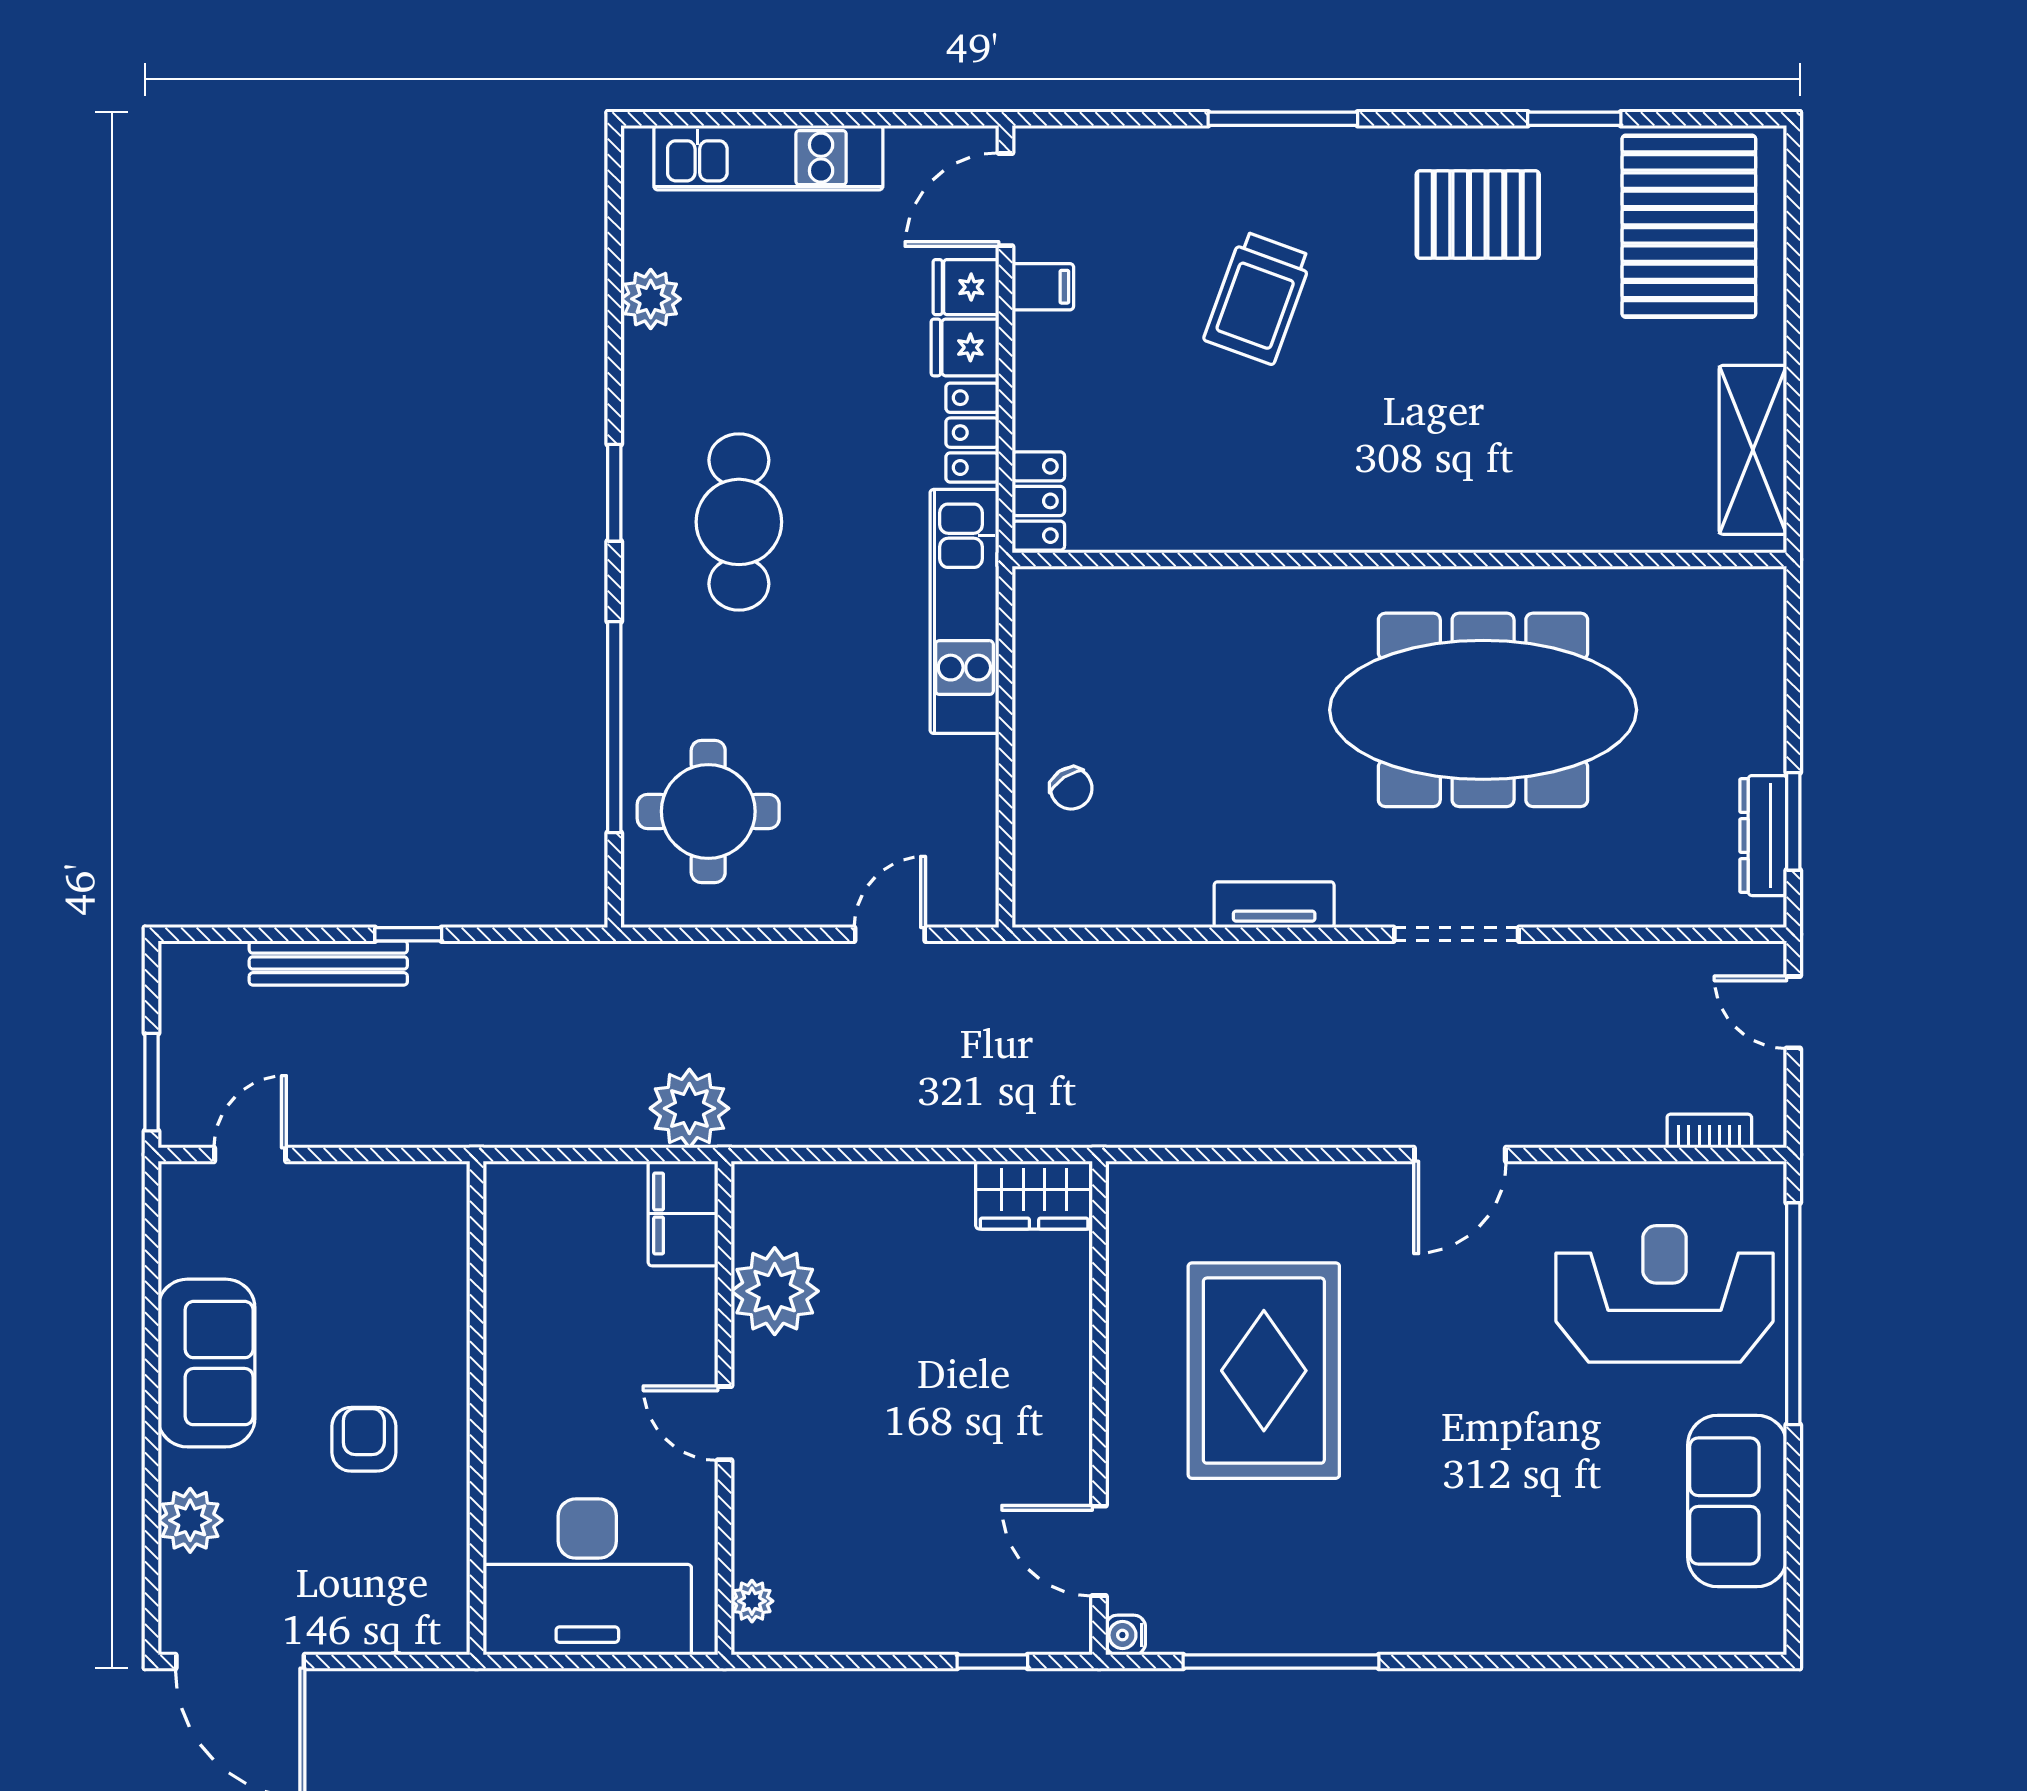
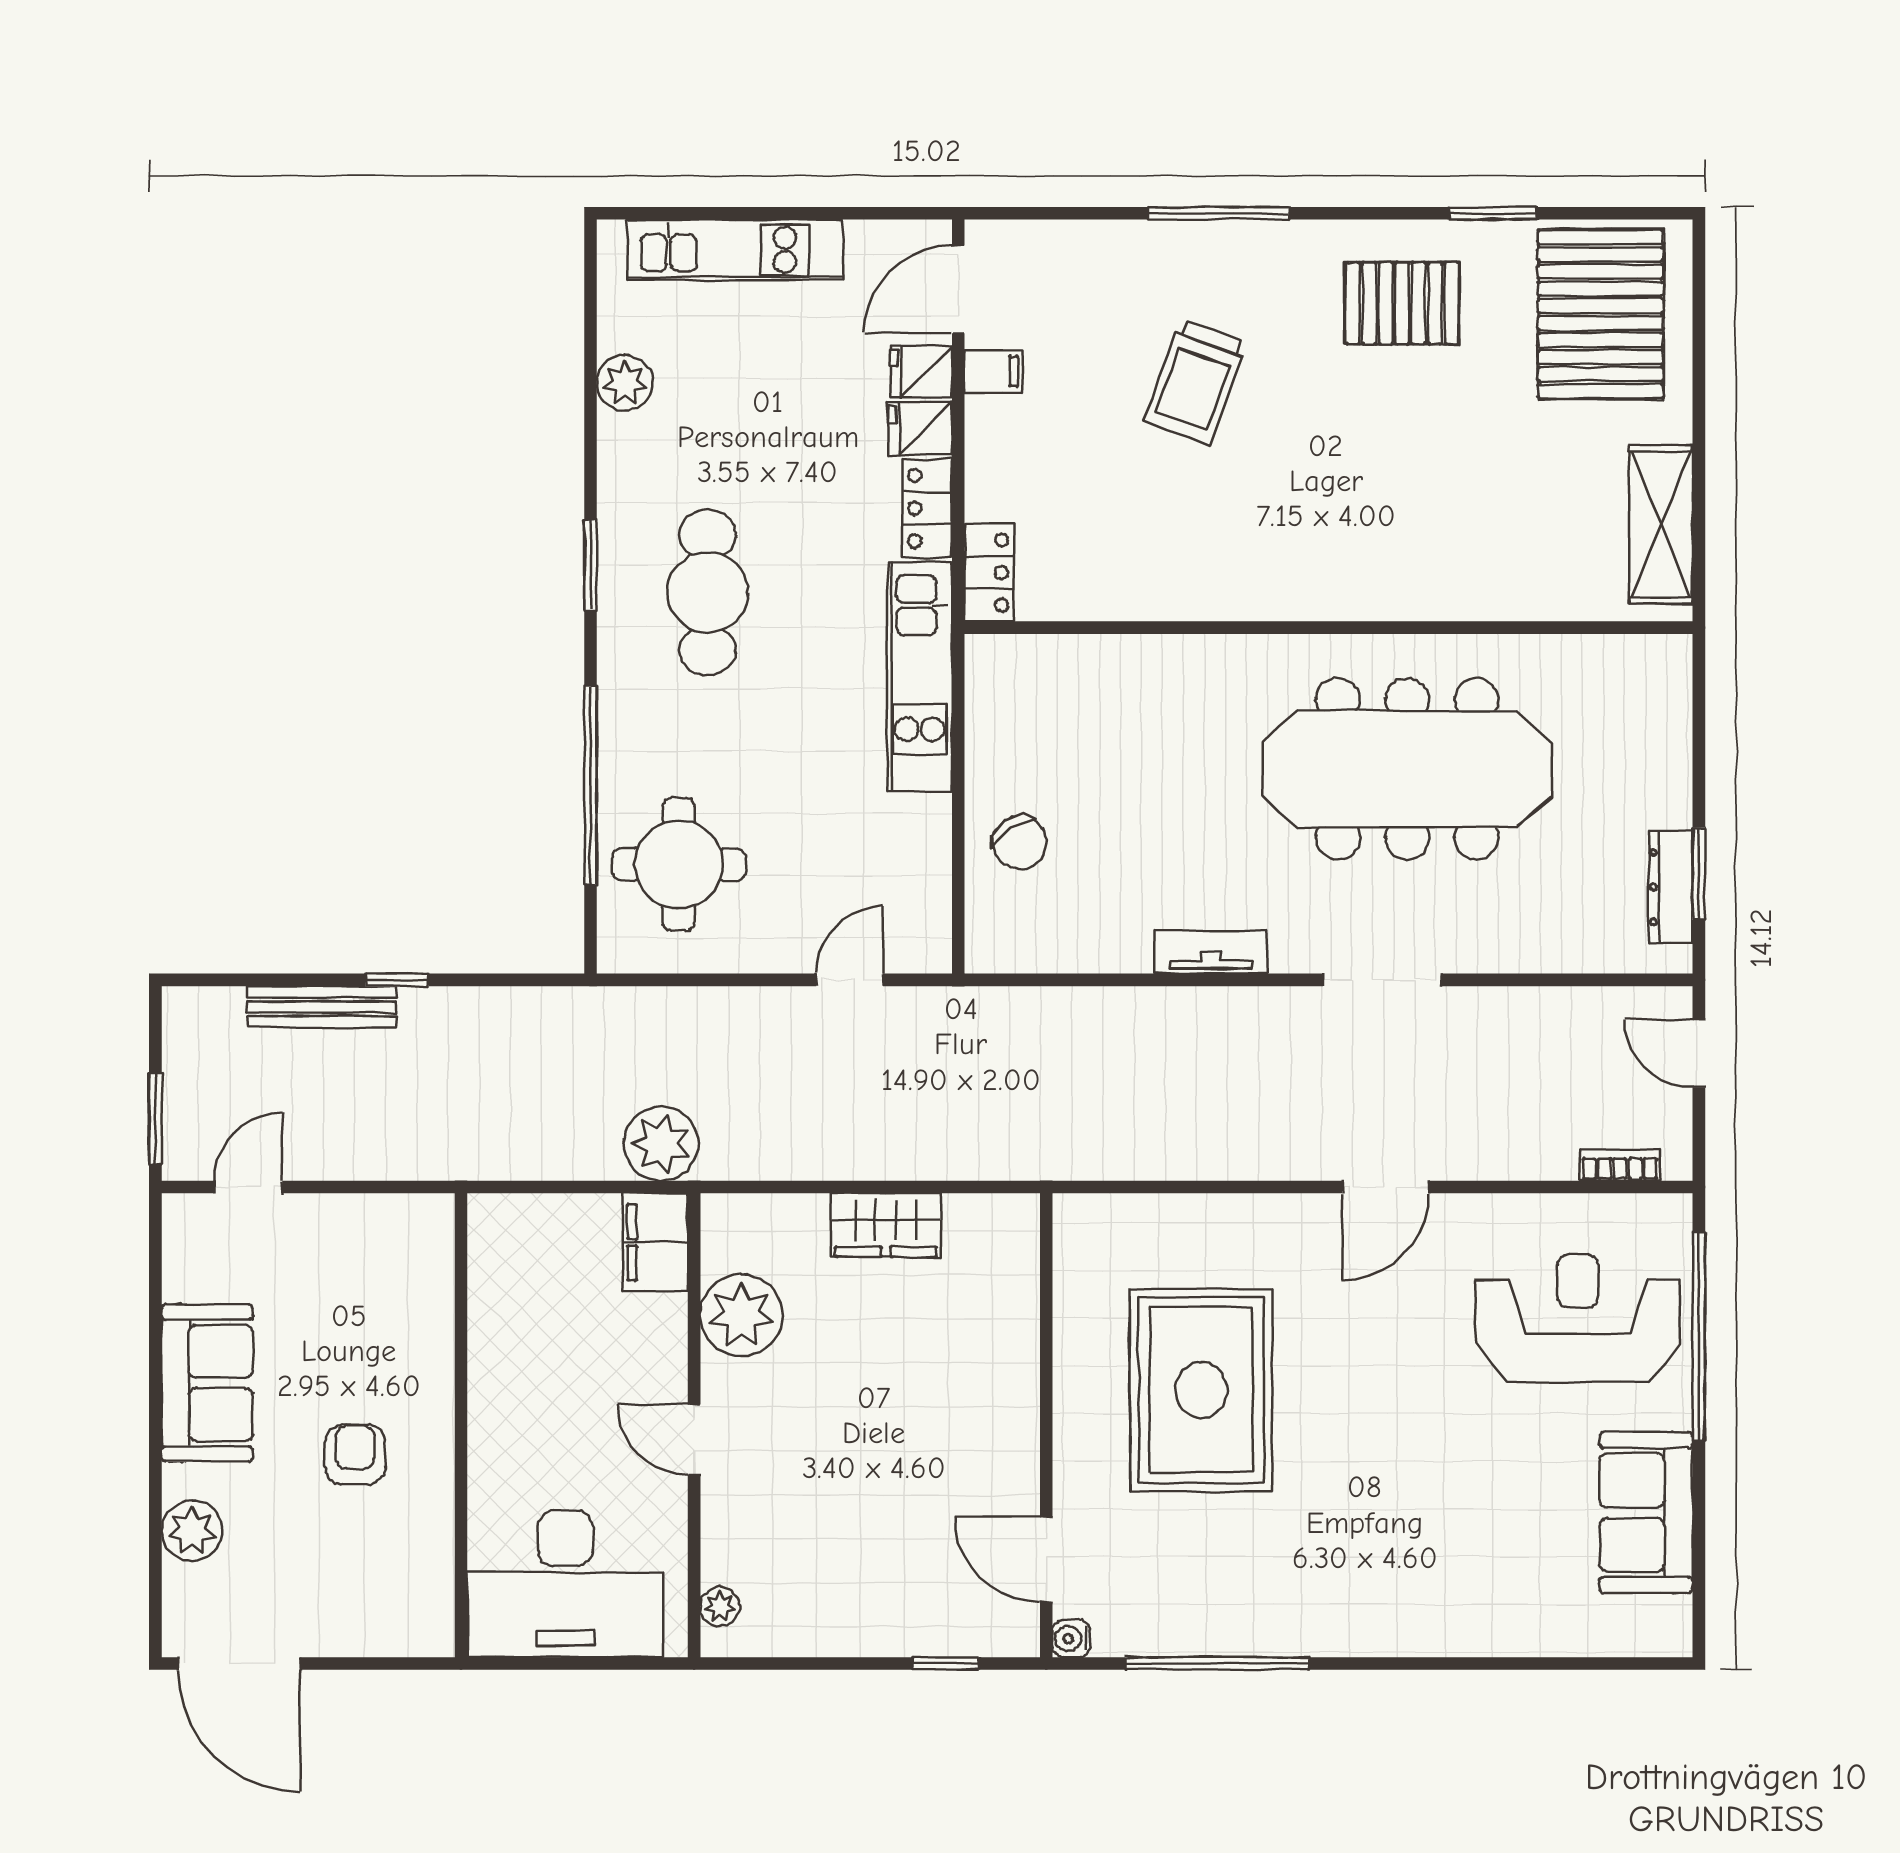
chair: (1071, 788) -> (1020, 843), width x1.37, depth x1.37
wardrobe: (1034, 1195) -> (886, 1225), moved

